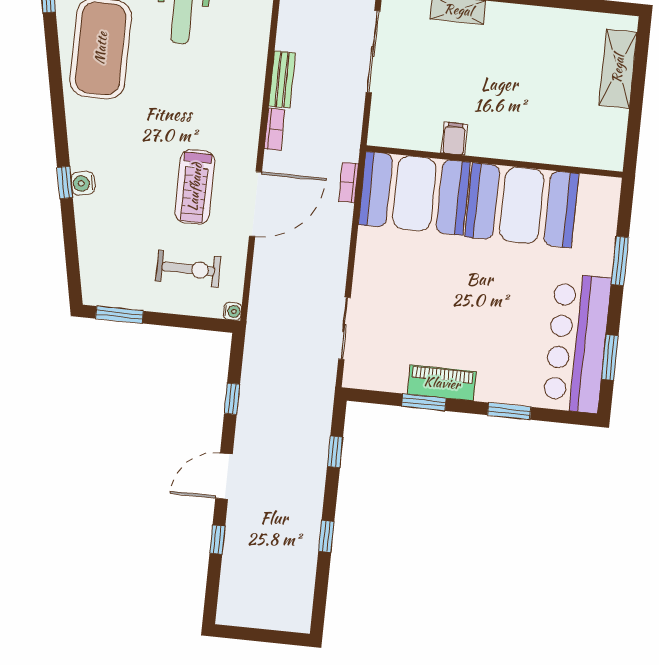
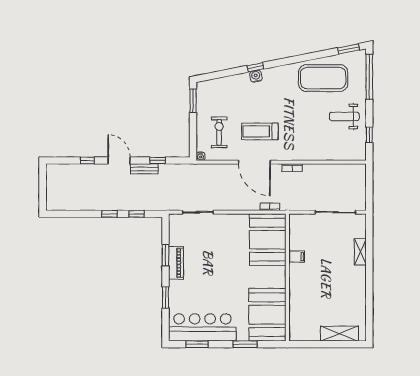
bench: (282, 79) -> (144, 169), moved
booth: (522, 205) -> (267, 315), moved
exercise bike: (188, 269) -> (219, 132), turned 180
window: (326, 536) -> (110, 214), moved

